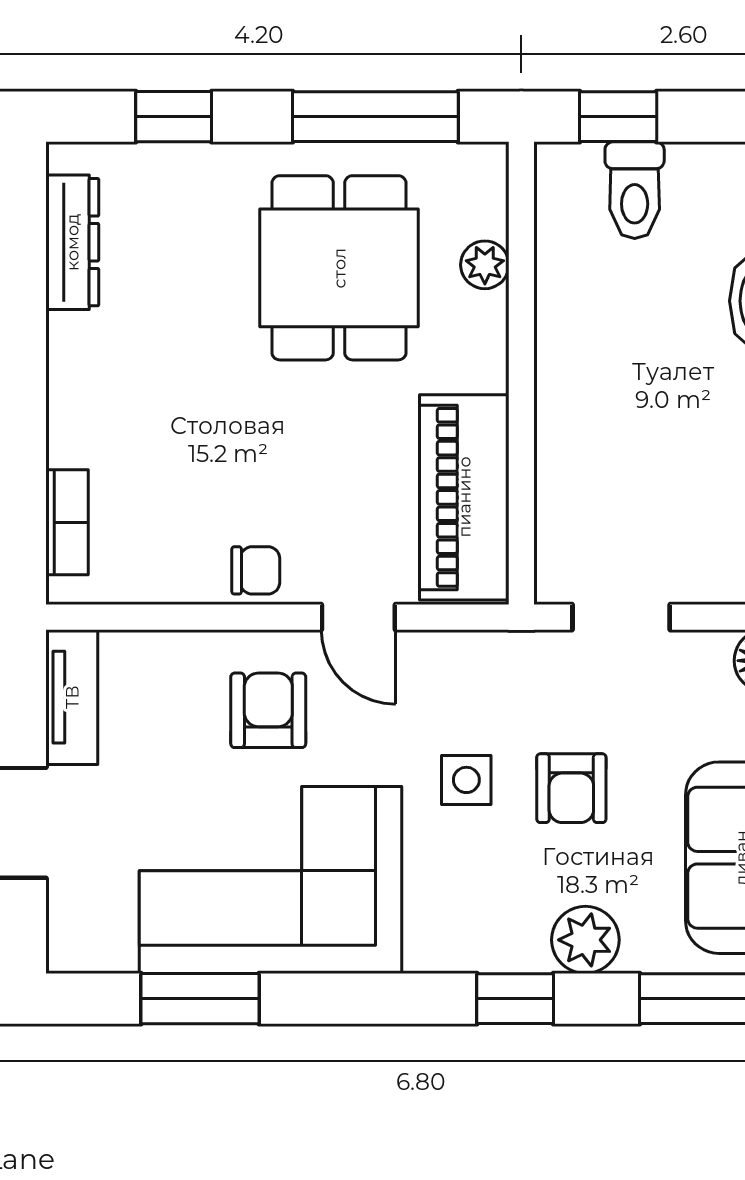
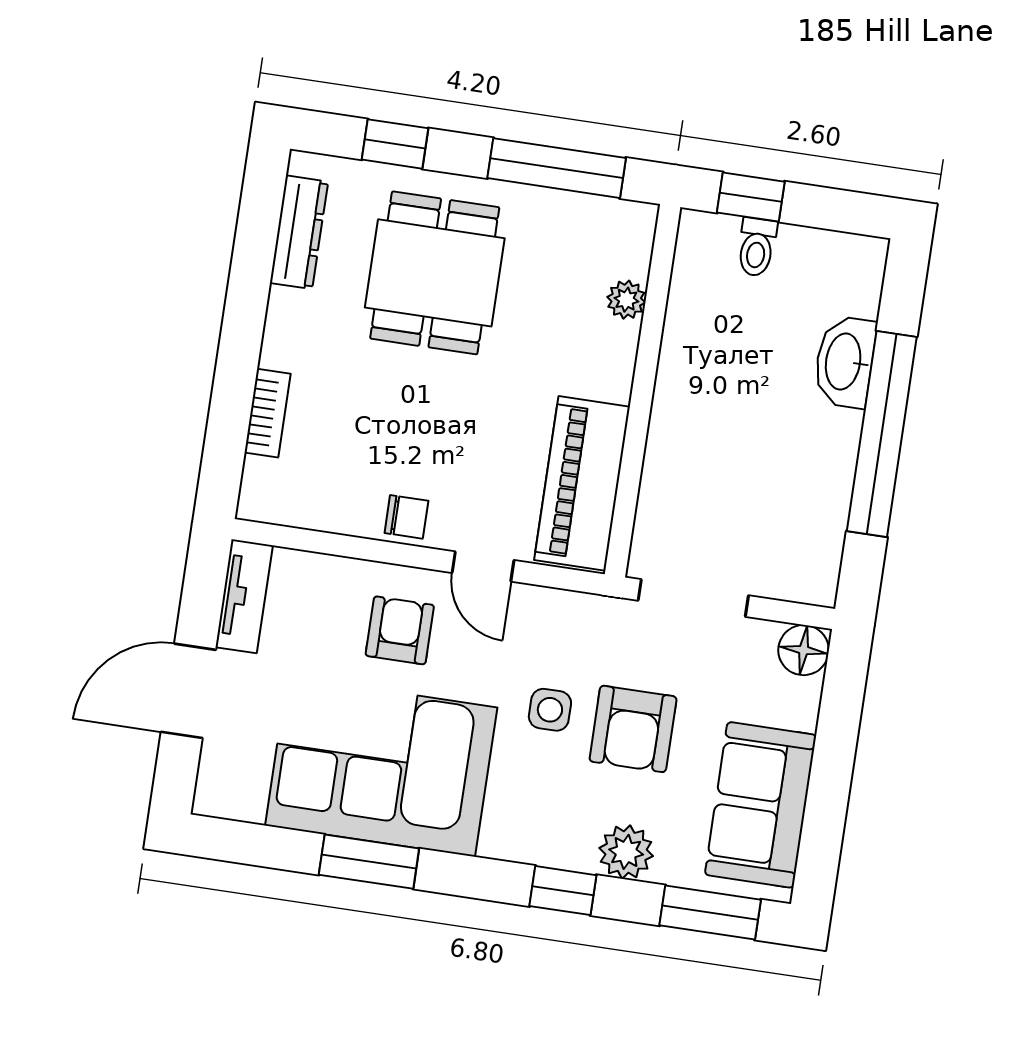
toilet: (635, 190) -> (757, 247), width x0.73, depth x0.72
dining table: (339, 268) -> (435, 273), moved
bookcase: (67, 522) -> (268, 413), moved
doorway: (621, 617) -> (693, 598), width x1.38
armchair: (571, 788) -> (633, 729), width x1.38, depth x1.38
window: (200, 999) -> (369, 862), moved

